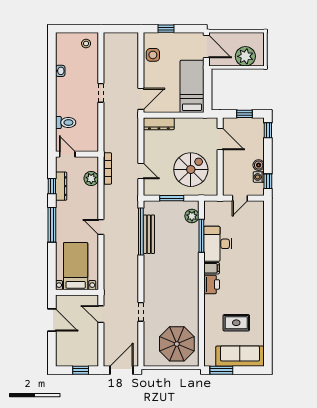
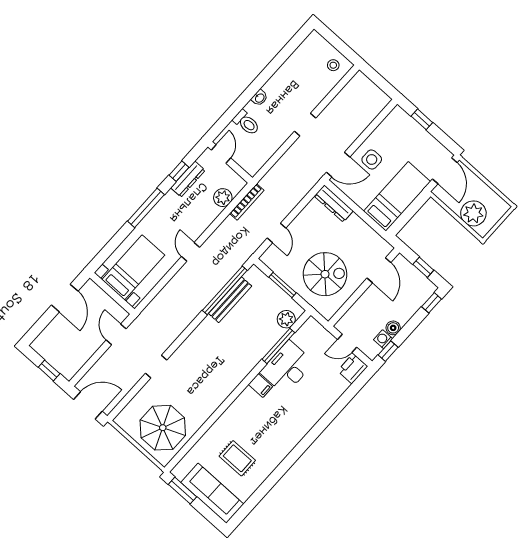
side table: (153, 55) -> (372, 160), moved
washbasin: (60, 71) -> (259, 98), moved
printer: (212, 284) -> (353, 369), moved, turned 180

